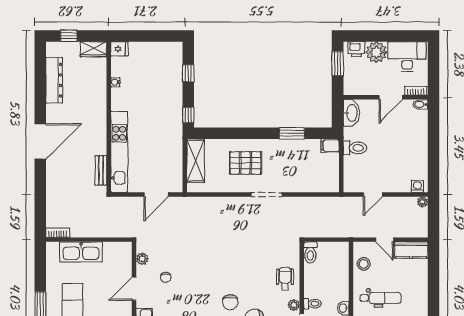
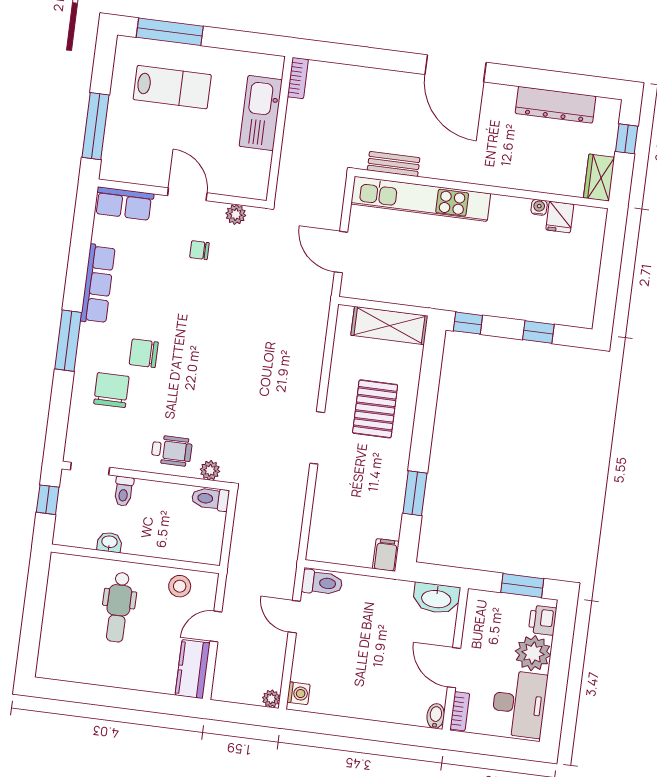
fridge: (119, 49) -> (560, 217), moved
toilet: (355, 148) -> (322, 583), moved, turned -90
plant: (294, 305) -> (210, 470), moved

